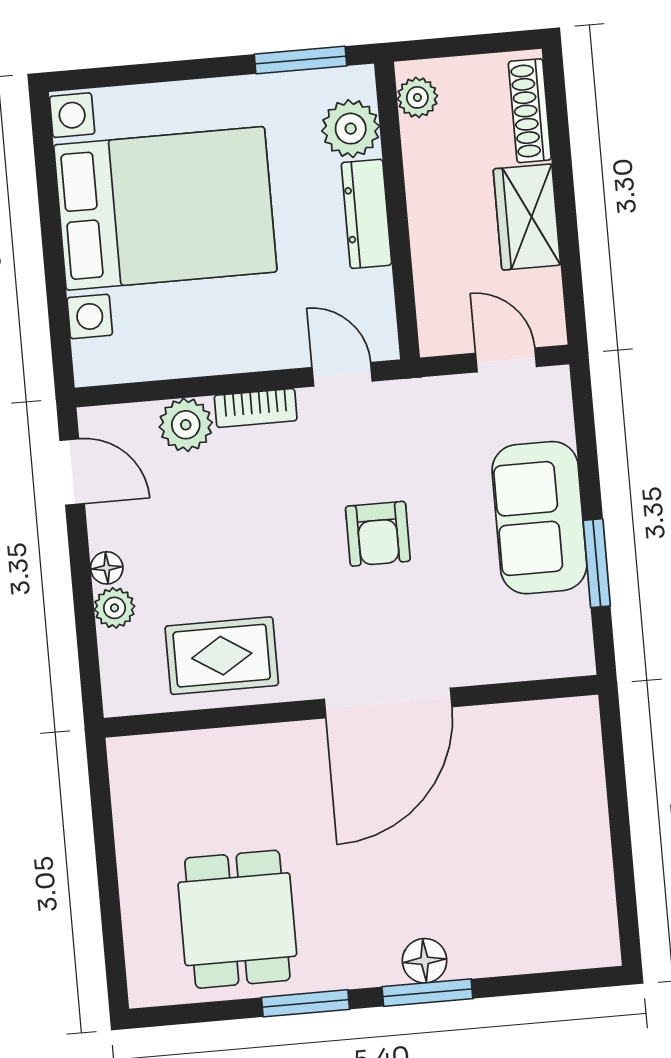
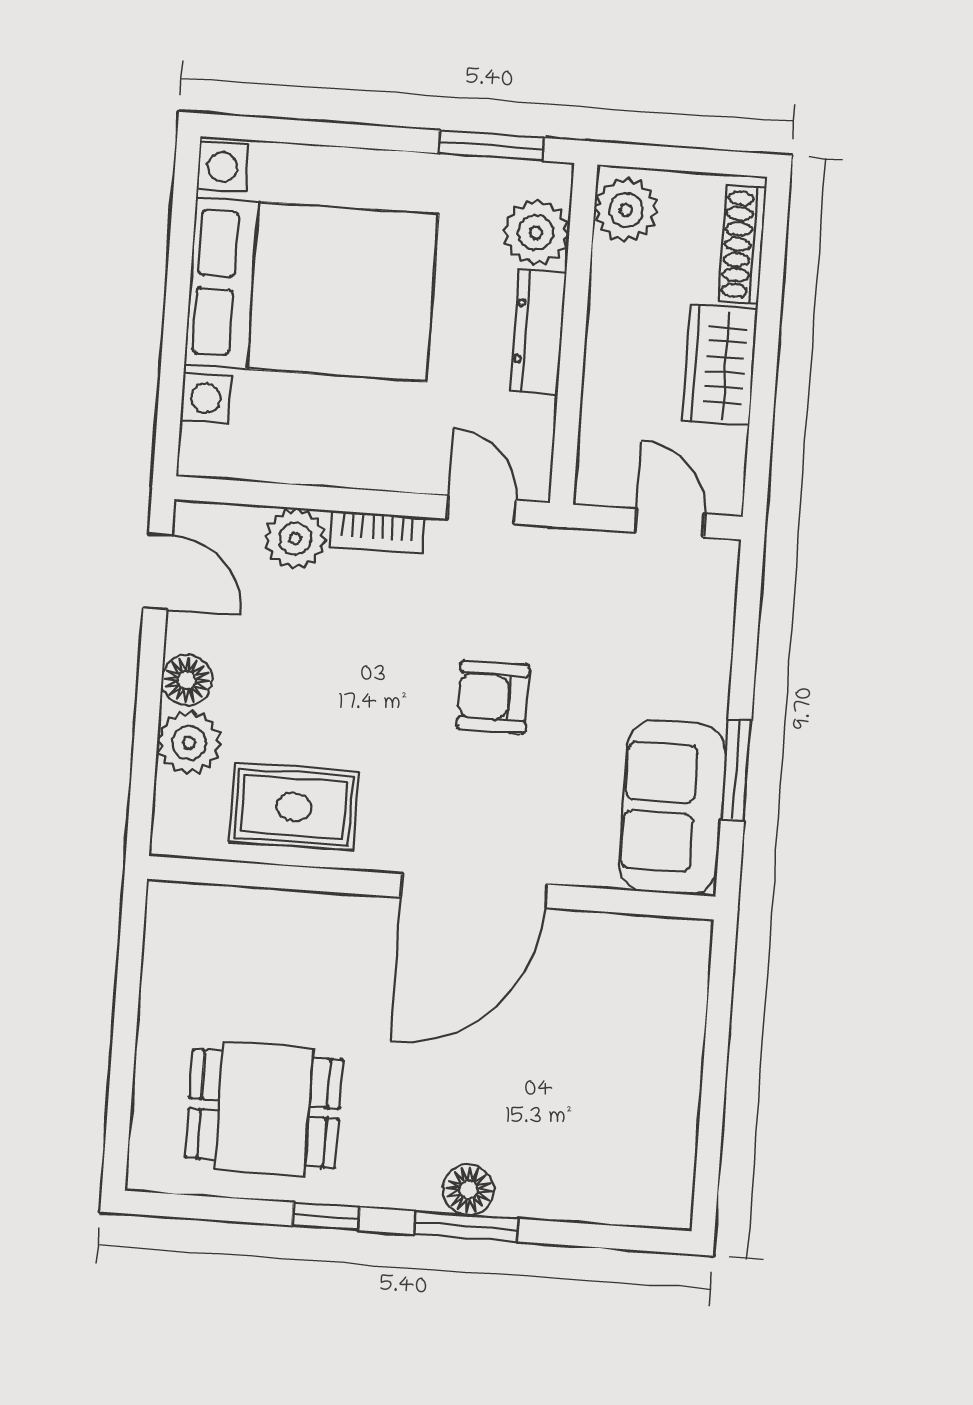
plant: (417, 97) -> (626, 210), width x1.38, depth x1.38
sofa: (539, 518) -> (672, 808), moved
armchair: (378, 534) -> (493, 697), turned 90
floor lamp: (107, 568) -> (187, 680), width x1.37, depth x1.37
plant: (114, 608) -> (189, 743), width x1.38, depth x1.38
dining table: (237, 919) -> (264, 1109), turned 90
window: (305, 1003) -> (326, 1216), width x0.67

